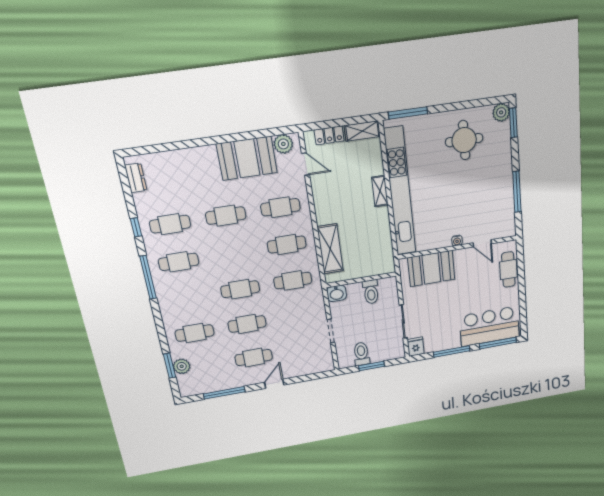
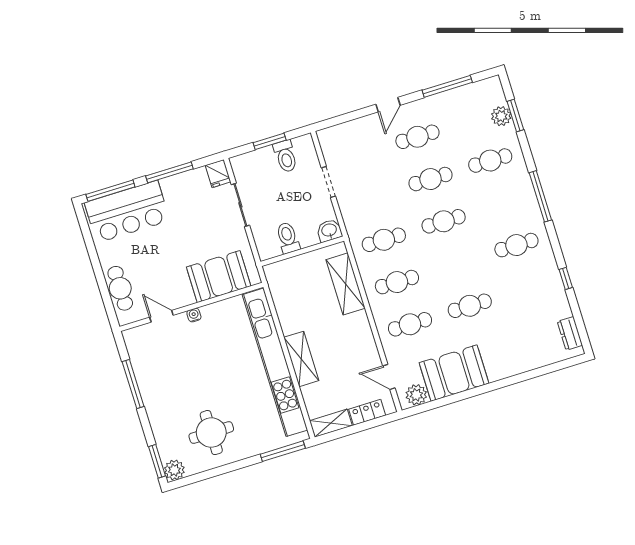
shelving: (380, 191) -> (301, 359), width x1.50, depth x1.33
cafe table: (170, 224) -> (530, 287), removed
window: (148, 277) -> (540, 196), moved

